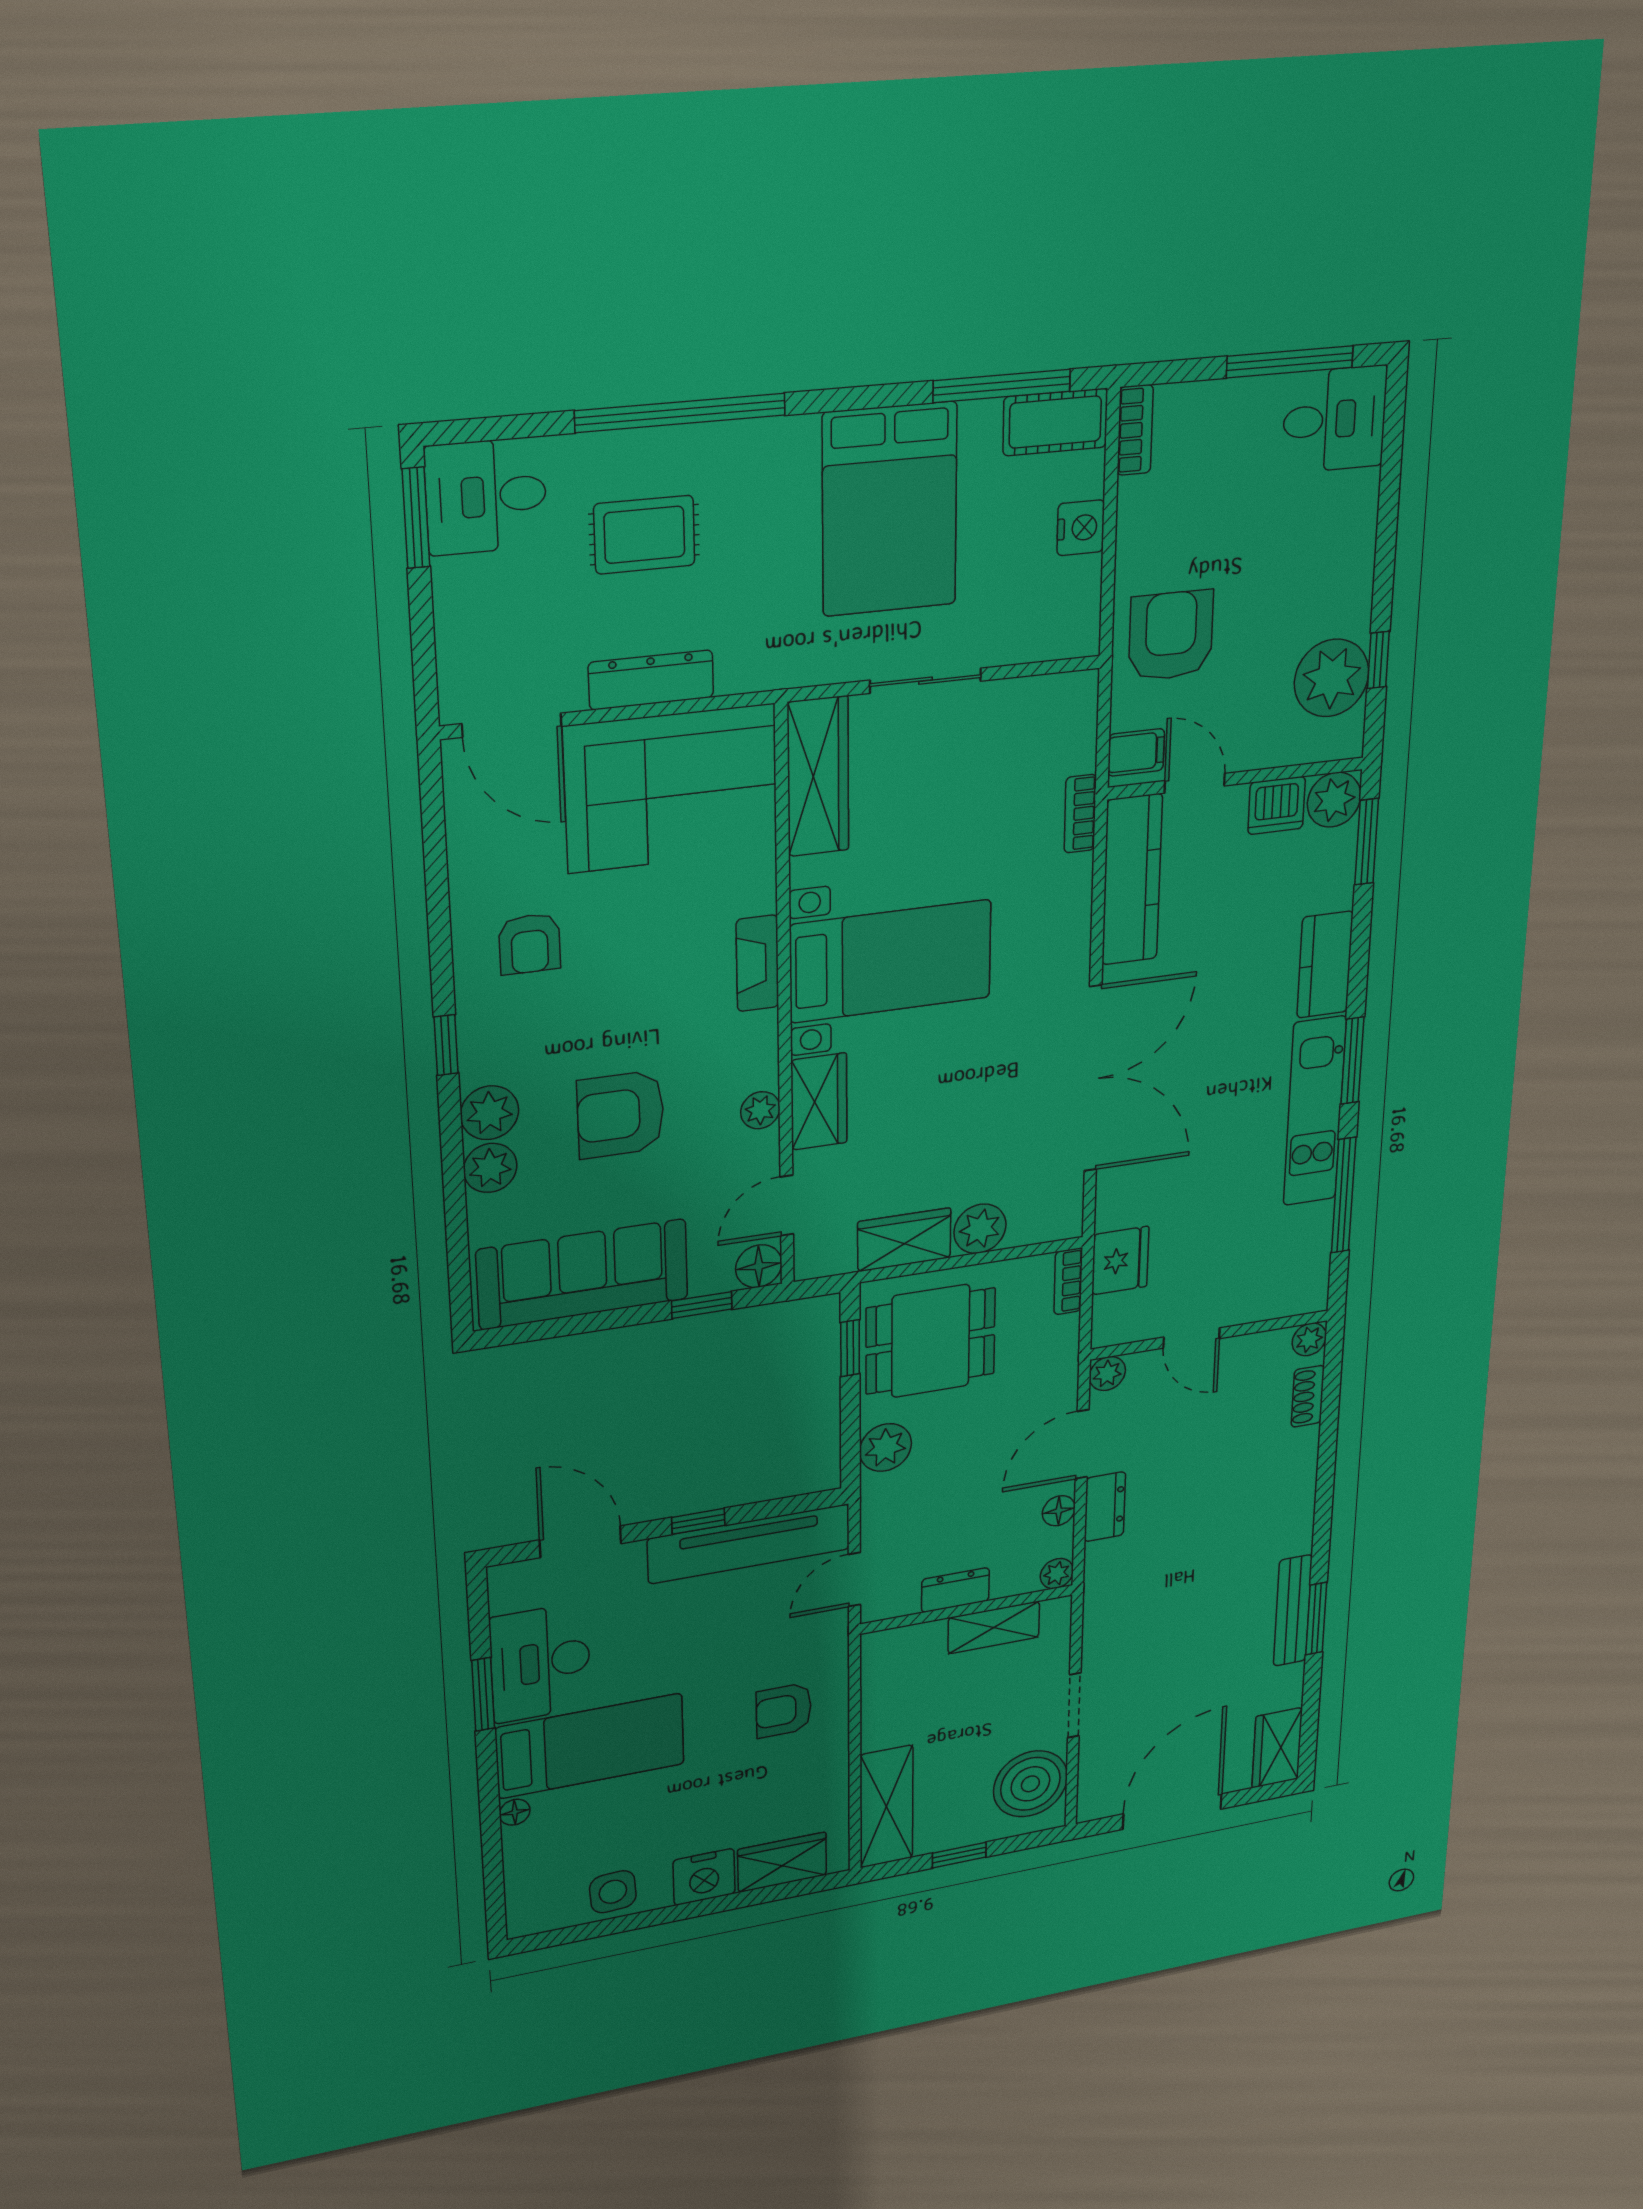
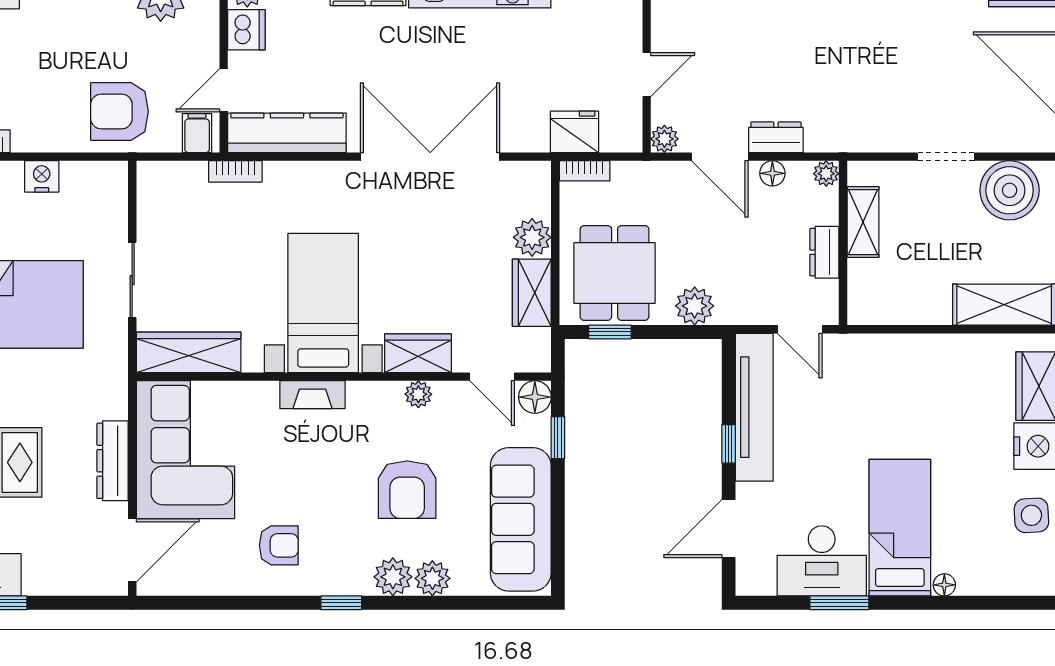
armchair: (784, 1710) -> (901, 383), removed

